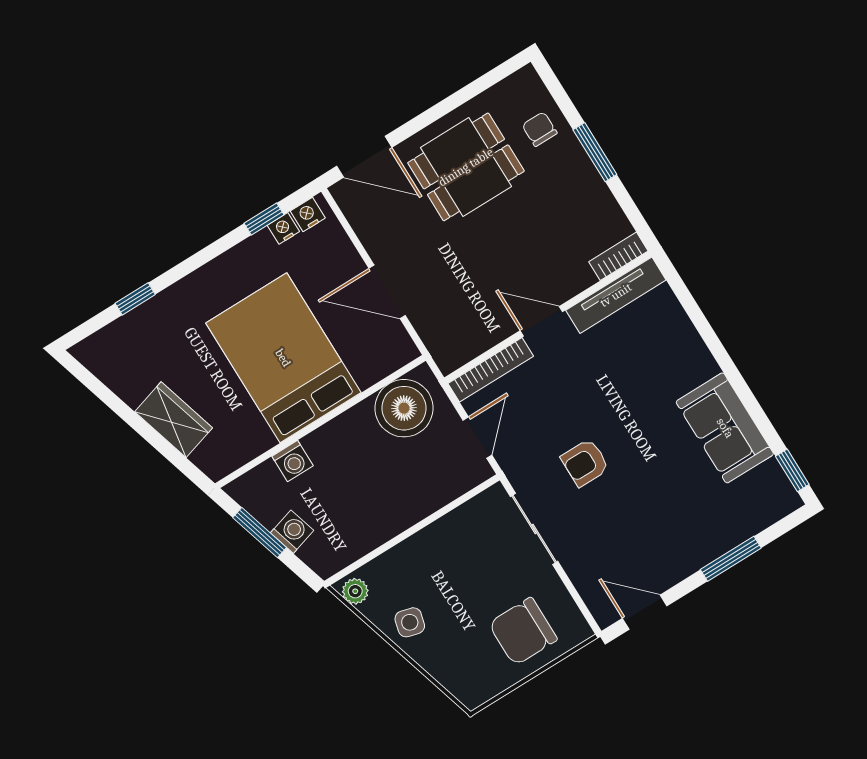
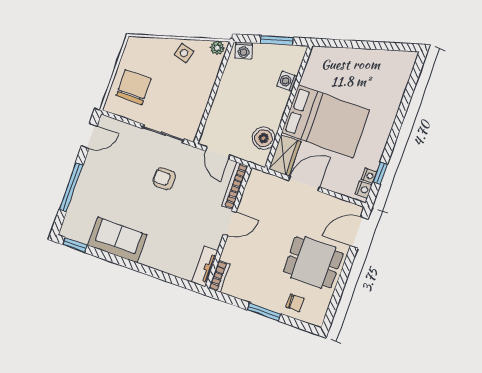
dining table: (466, 167) -> (313, 262), turned 90
tv unit: (616, 295) -> (205, 266), width x0.71
window: (135, 299) -> (407, 96), removed
boiler: (404, 408) -> (264, 138), width x0.73, depth x0.73
wardrobe: (174, 420) -> (285, 155), moved, turned -74
armchair: (585, 463) -> (164, 179), turned -90
washing machine: (292, 532) -> (244, 50), moved
window: (731, 559) -> (71, 187), width x1.44

